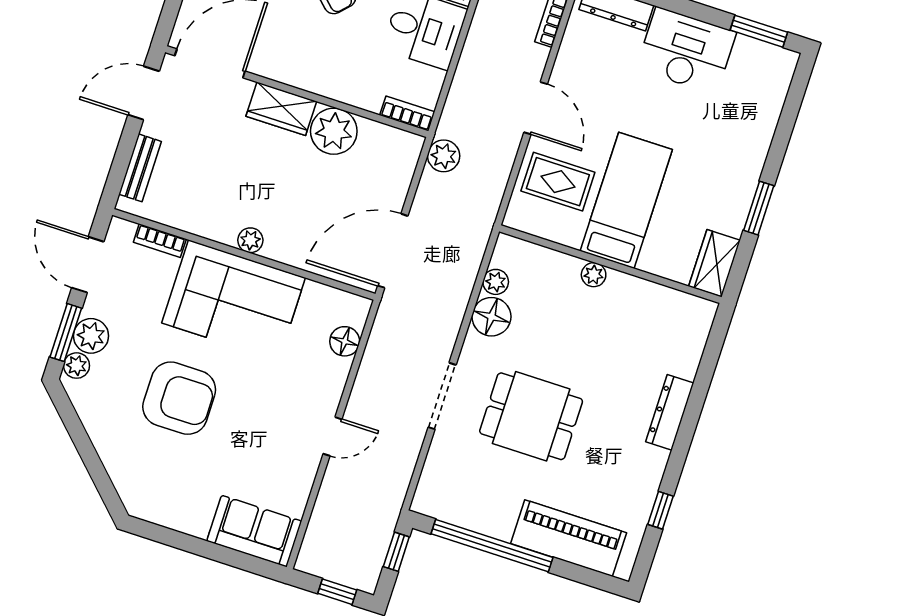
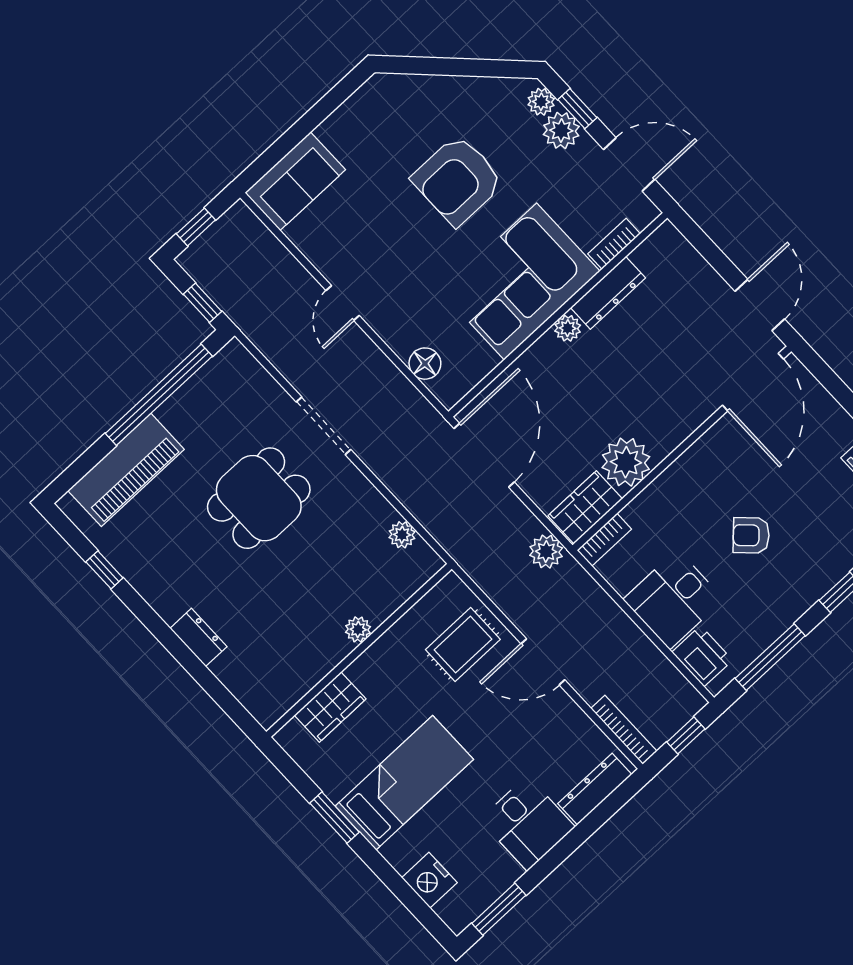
desk: (686, 51) -> (527, 823), width x0.73
nightstand: (767, 101) -> (429, 880), added
wardrobe: (281, 109) -> (585, 507), moved
bench: (140, 168) -> (692, 263), removed
bed: (626, 200) -> (404, 783), moved, turned -90
dresser: (203, 223) -> (608, 293), added
wardrobe: (714, 263) -> (330, 707), moved, turned 90
floor lamp: (491, 317) -> (372, 513), removed
window: (66, 333) -> (577, 109), width x0.67
dresser: (670, 412) -> (198, 637), width x0.70

